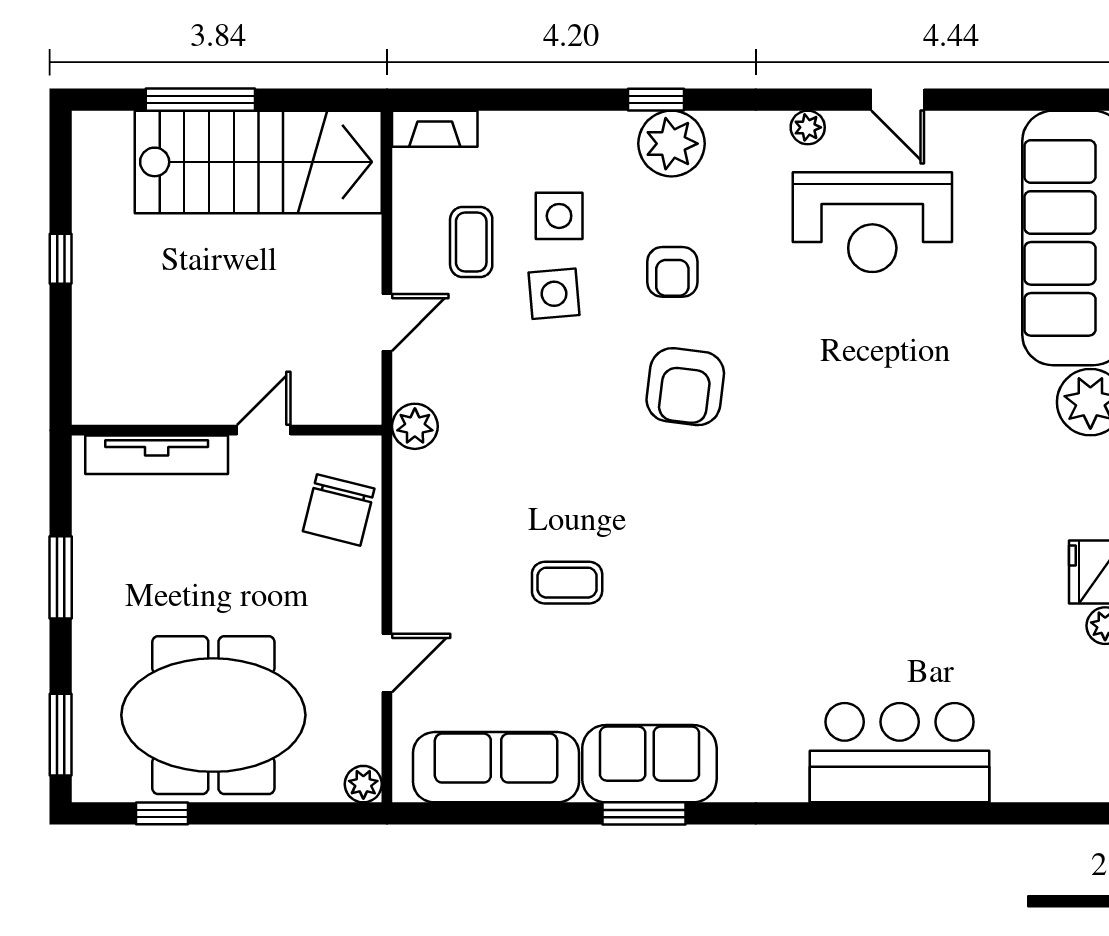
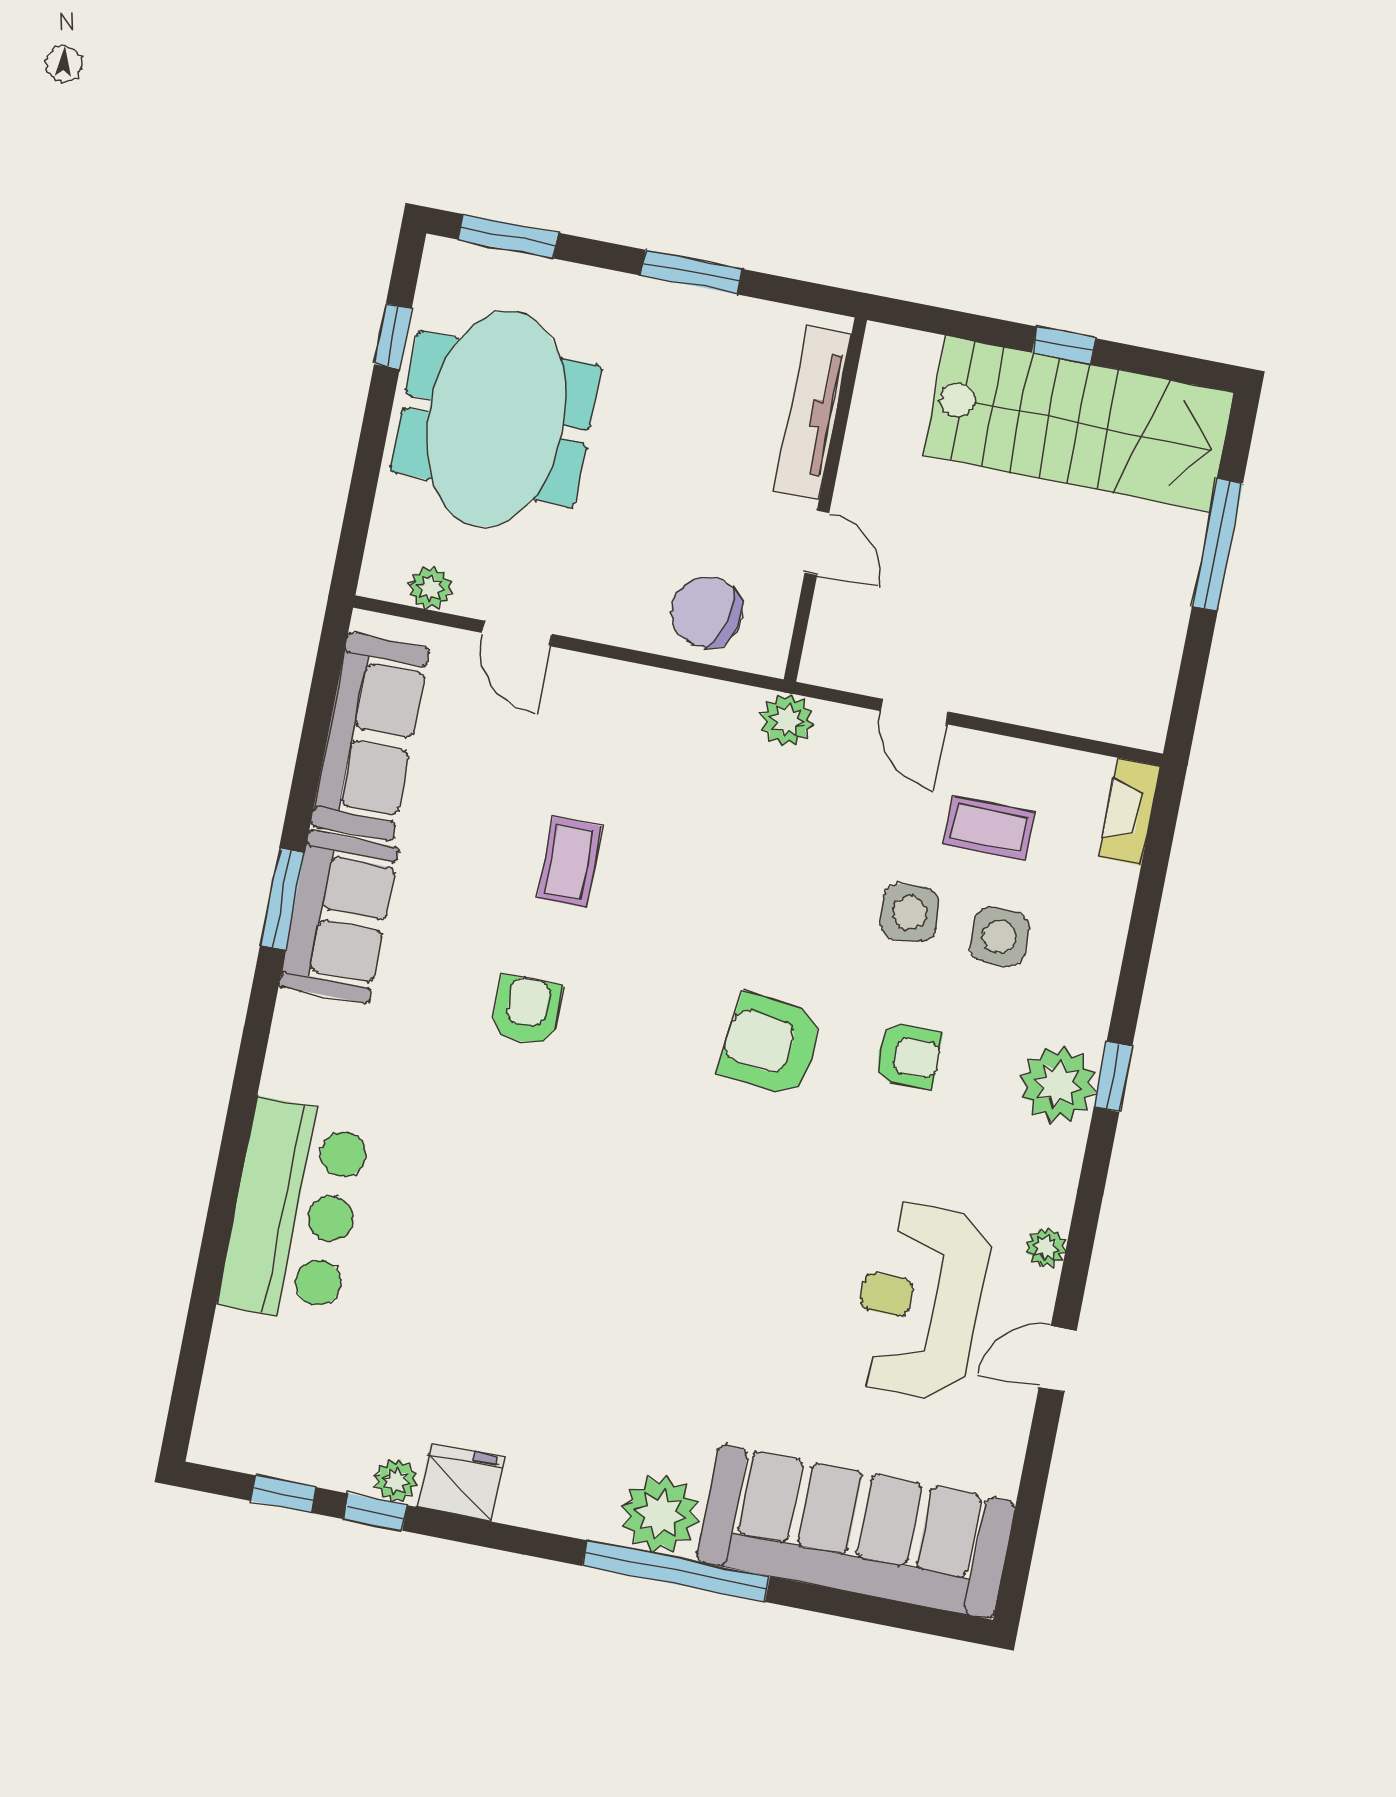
stairs: (258, 162) -> (1078, 424), moved, turned -90
armchair: (672, 272) -> (908, 1056), turned 180
armchair: (696, 594) -> (527, 1010), added
plant: (363, 784) -> (430, 588), moved

